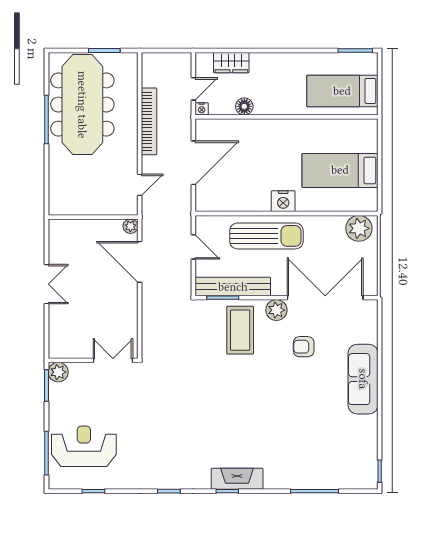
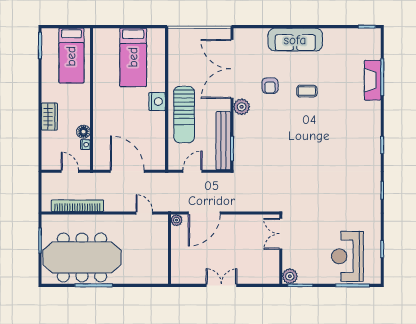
wardrobe: (231, 63) -> (49, 117), moved
nightstand: (202, 109) -> (85, 145), moved
bookcase: (149, 121) -> (77, 206), moved
plant: (359, 228) -> (178, 43), removed
sun lounger: (266, 236) -> (184, 115), turned 180
coffee table: (240, 330) -> (307, 91), moved, width x0.54, depth x0.58
fireplace: (237, 479) -> (373, 80), moved

